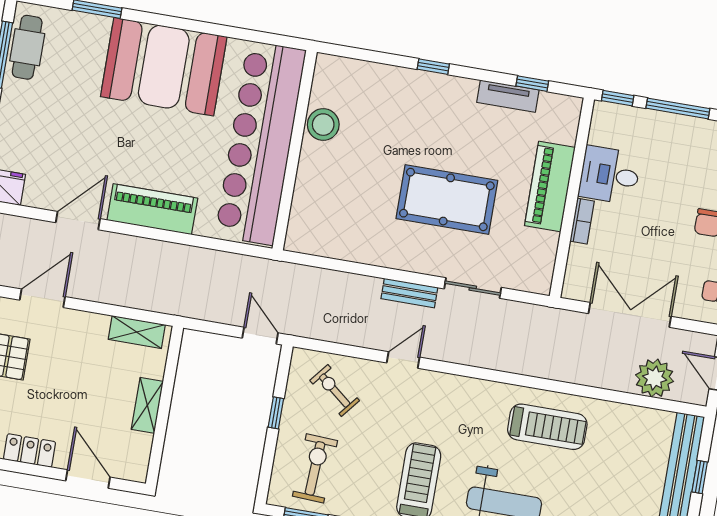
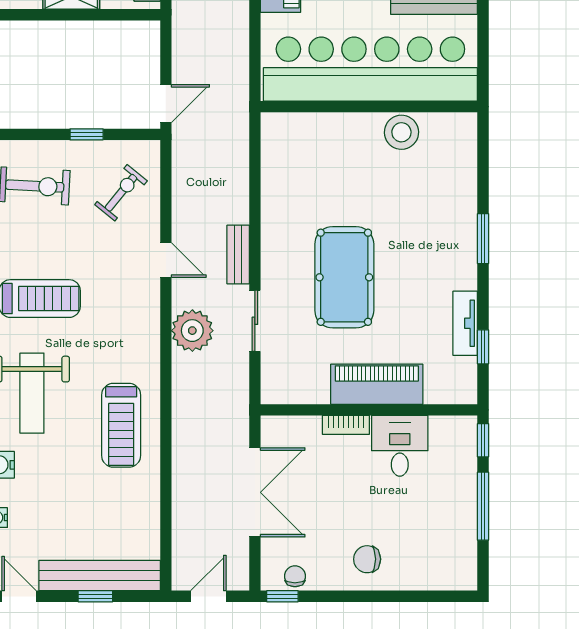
window: (433, 67) -> (483, 239), width x1.50
plant: (655, 378) -> (192, 331), moved

